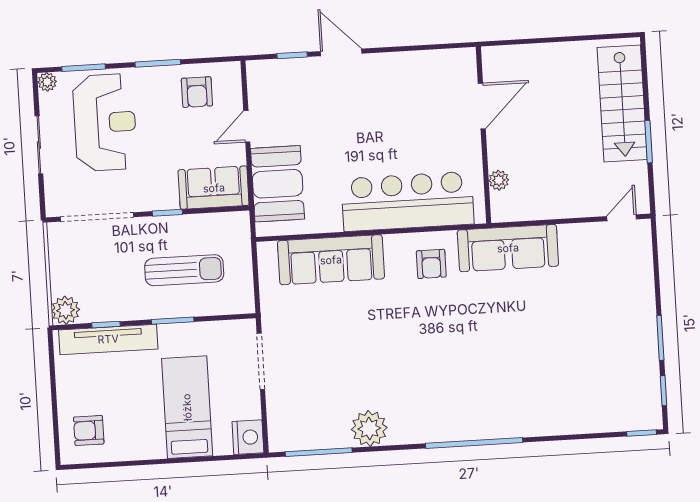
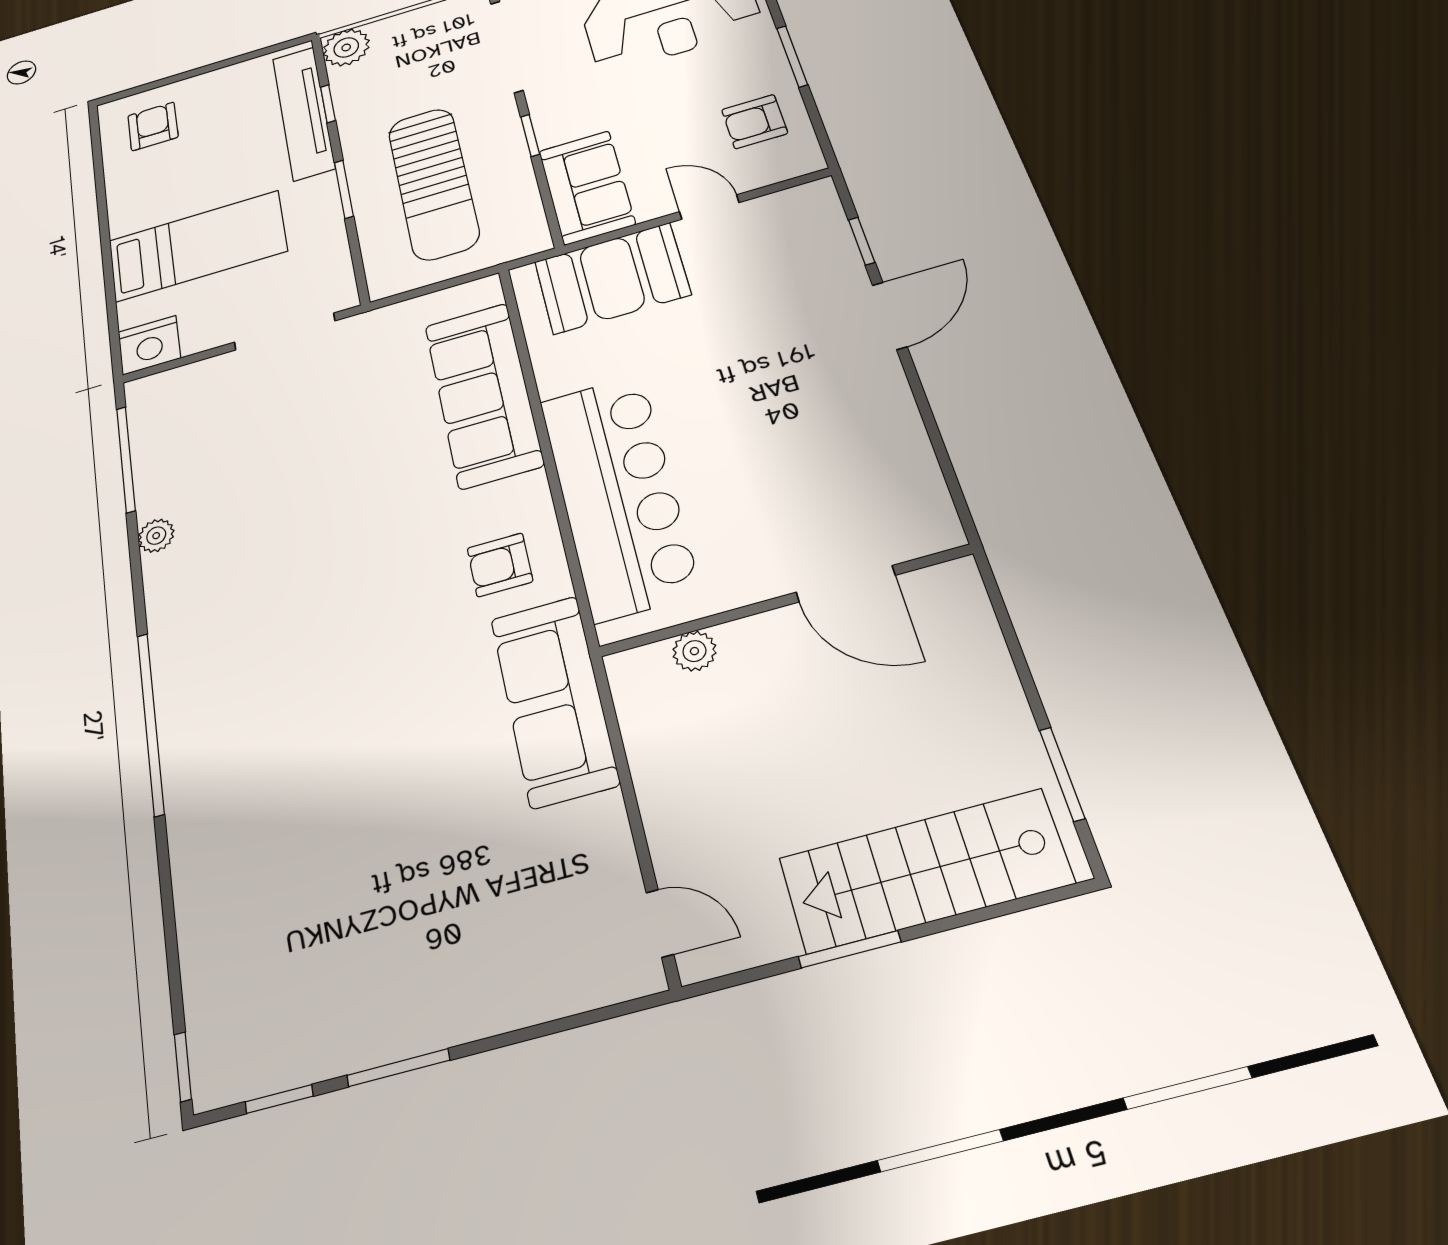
window: (593, 37) -> (1062, 774), added
sun lounger: (184, 270) -> (433, 183), width x1.36, depth x1.34
plant: (369, 428) -> (156, 536), width x0.53, depth x0.53

